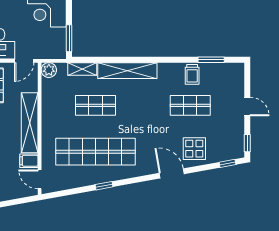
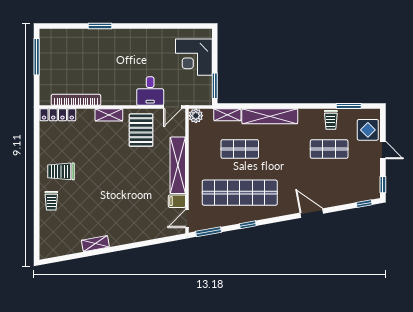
display table: (194, 149) -> (368, 130), moved
door: (40, 179) -> (187, 219), hinge flipped
window: (62, 193) -> (209, 232), added

